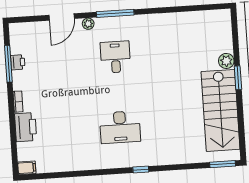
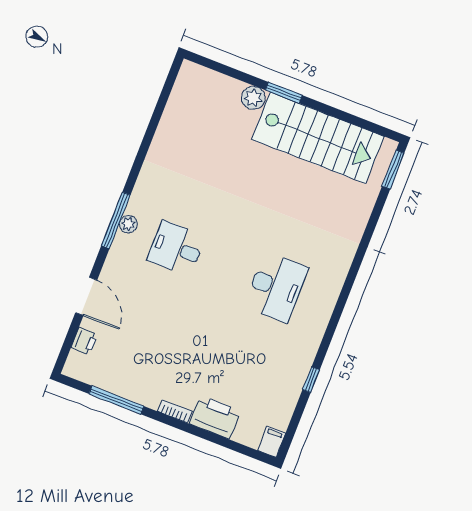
plant: (88, 24) -> (128, 224), moved
printer: (18, 62) -> (84, 341), moved, turned 90
window: (141, 170) -> (311, 380), moved

